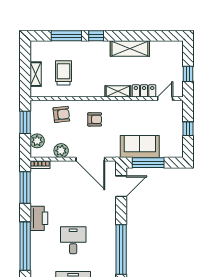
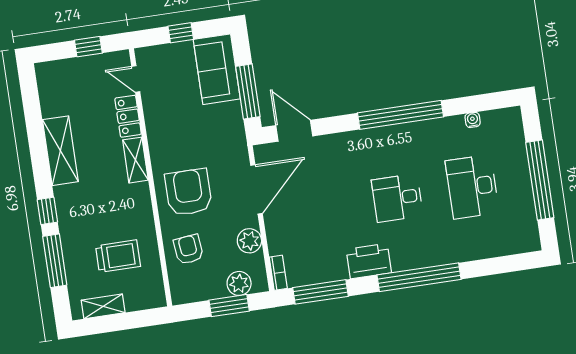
trolley: (64, 73) -> (118, 256), turned 180
shelving: (36, 74) -> (103, 306), moved
armchair: (95, 119) -> (188, 192), width x1.88, depth x1.88
window: (25, 122) -> (229, 306), moved
sofa: (140, 147) -> (217, 69), moved

